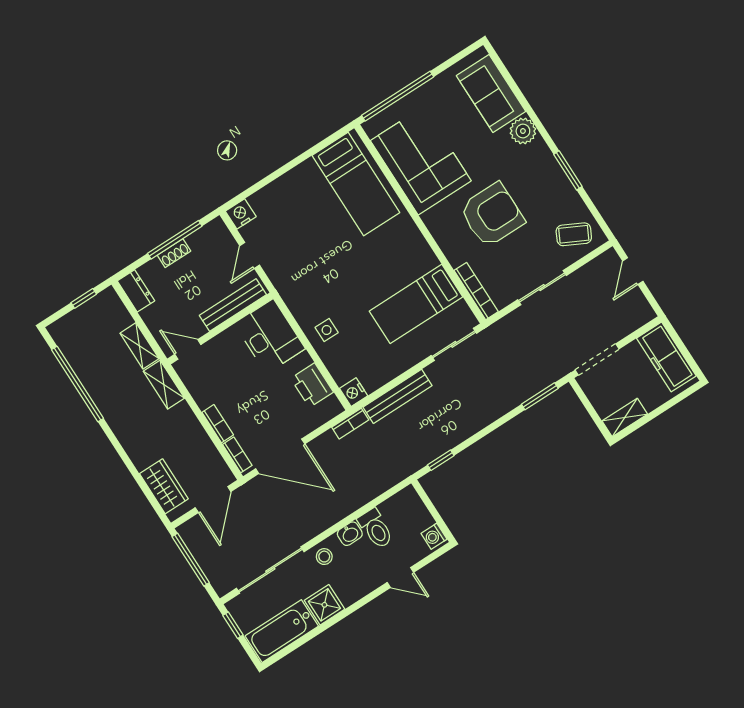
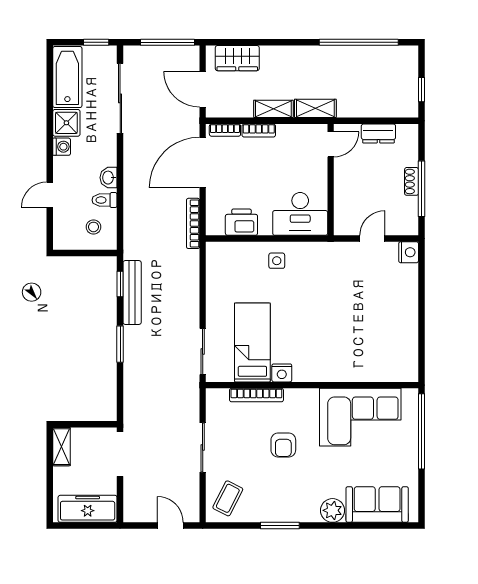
bed: (356, 184) -> (375, 356), removed
armchair: (492, 215) -> (283, 445), width x0.53, depth x0.53
door: (250, 255) -> (372, 238), hinge flipped
dresser: (136, 291) -> (378, 133), moved
bookcase: (476, 291) -> (256, 395), moved
bench: (233, 305) -> (342, 201), removed
shelving: (139, 346) -> (273, 109), moved
nightstand: (354, 392) -> (282, 373), moved, turned 180
bench: (397, 396) -> (132, 293), moved
window: (540, 396) -> (120, 344), moved
bookcase: (350, 424) -> (193, 223), width x1.56
toilet: (376, 529) -> (104, 200), width x0.73, depth x0.72
washing machine: (434, 536) -> (62, 147), moved, turned 90
stool: (324, 557) -> (94, 227), moved

